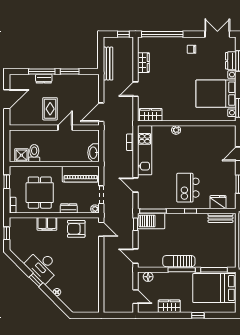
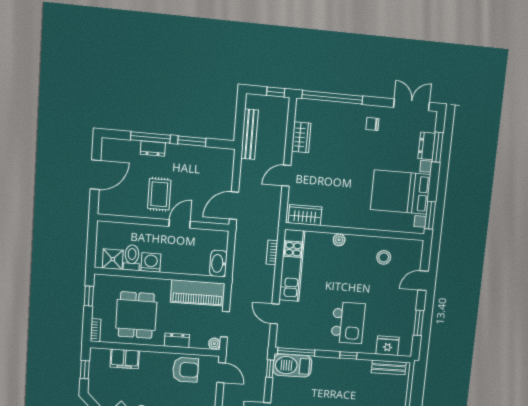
stool: (209, 140) -> (384, 257), added
washing machine: (47, 155) -> (151, 262), added
kitchen island: (188, 188) -> (348, 323), turned 180
filing cabinet: (47, 224) -> (125, 359), moved
armchair: (76, 229) -> (186, 370), turned 180

